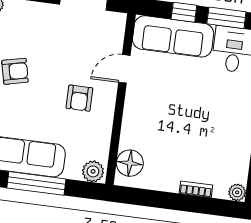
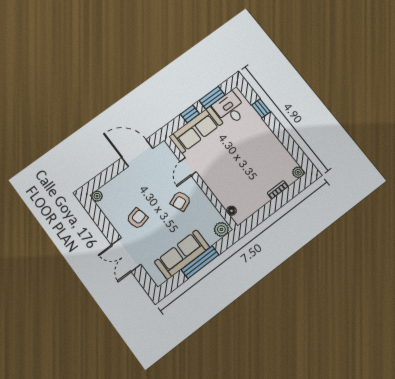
armchair: (79, 98) -> (181, 201), turned 68
floor lamp: (130, 163) -> (231, 211), width x0.53, depth x0.53

